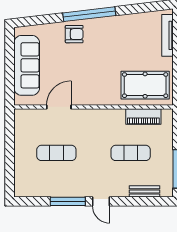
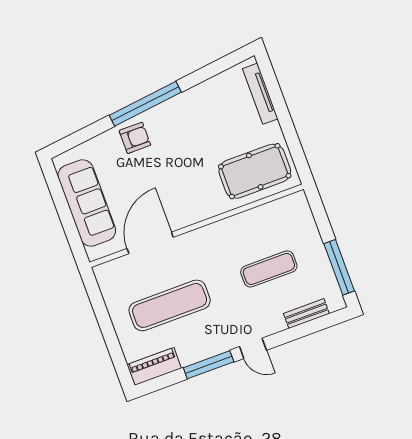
door: (59, 107) -> (150, 243), width x1.36
piano: (143, 117) -> (154, 366), moved, turned 180
exercise mat: (56, 153) -> (170, 305), width x1.36, depth x1.45

